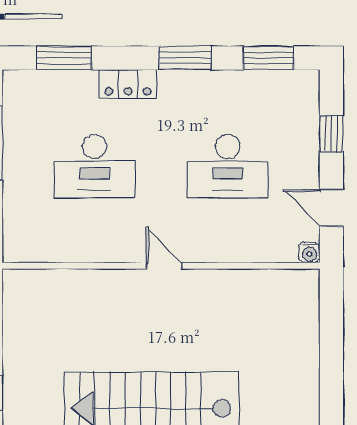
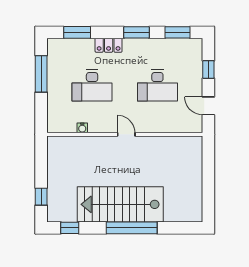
water cooler: (309, 253) -> (82, 128), moved

